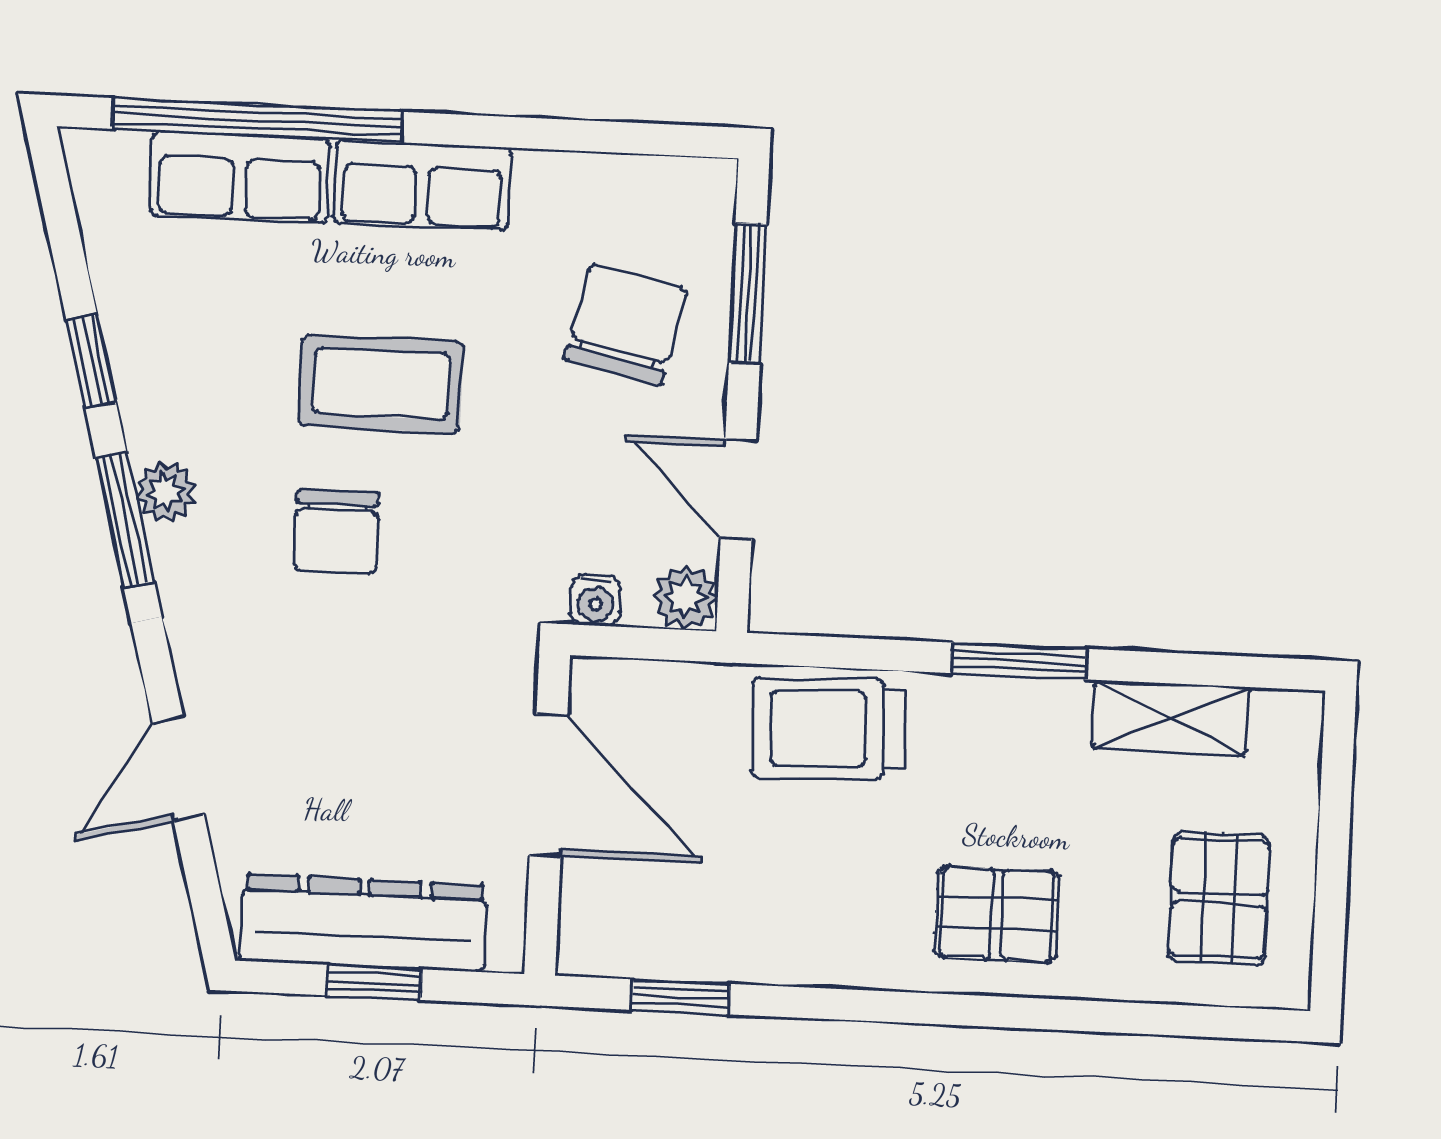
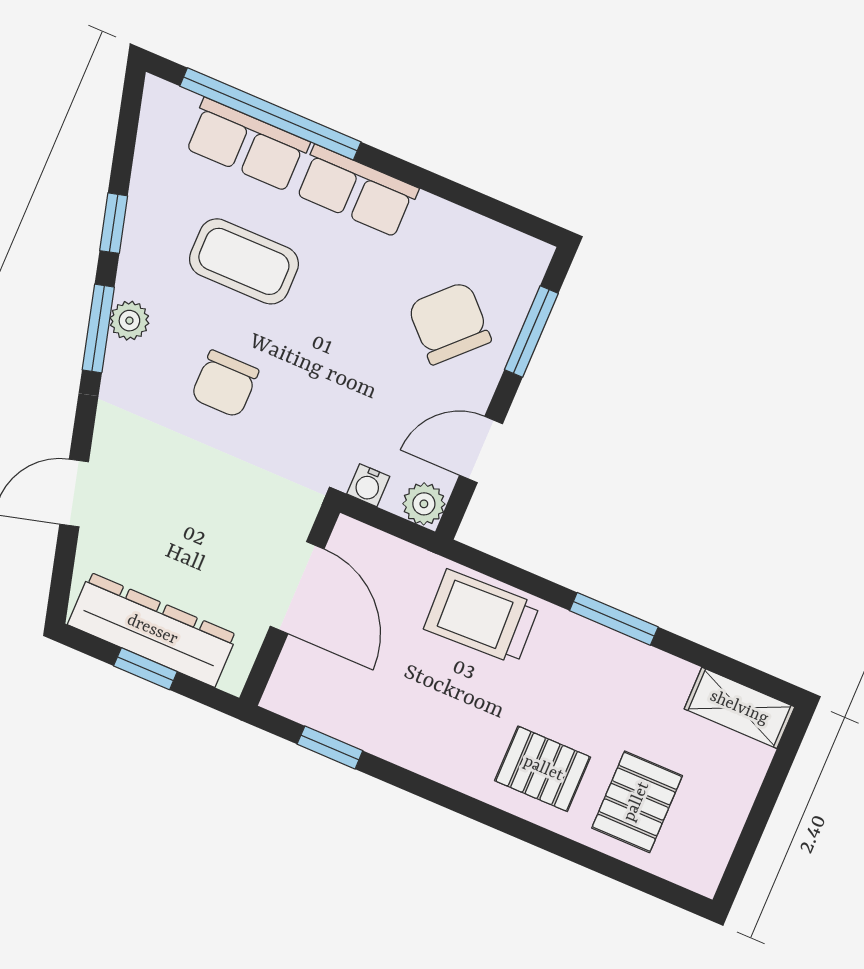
chair: (626, 325) -> (450, 323), turned -58
coffee table: (381, 384) -> (244, 261), moved
door: (738, 489) -> (481, 450), hinge flipped
shelving: (1170, 718) -> (739, 708), moved
pallet: (1219, 898) -> (637, 802), moved

